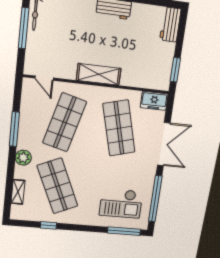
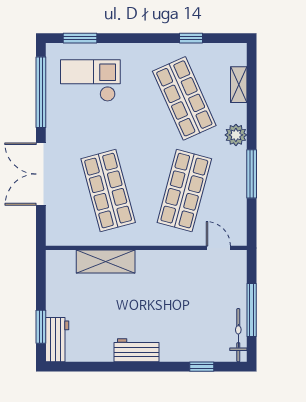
window: (175, 70) -> (41, 327), moved
shelving: (99, 74) -> (106, 262), moved
freezer: (154, 101) -> (64, 234), removed
window: (124, 231) -> (80, 38), width x0.69

